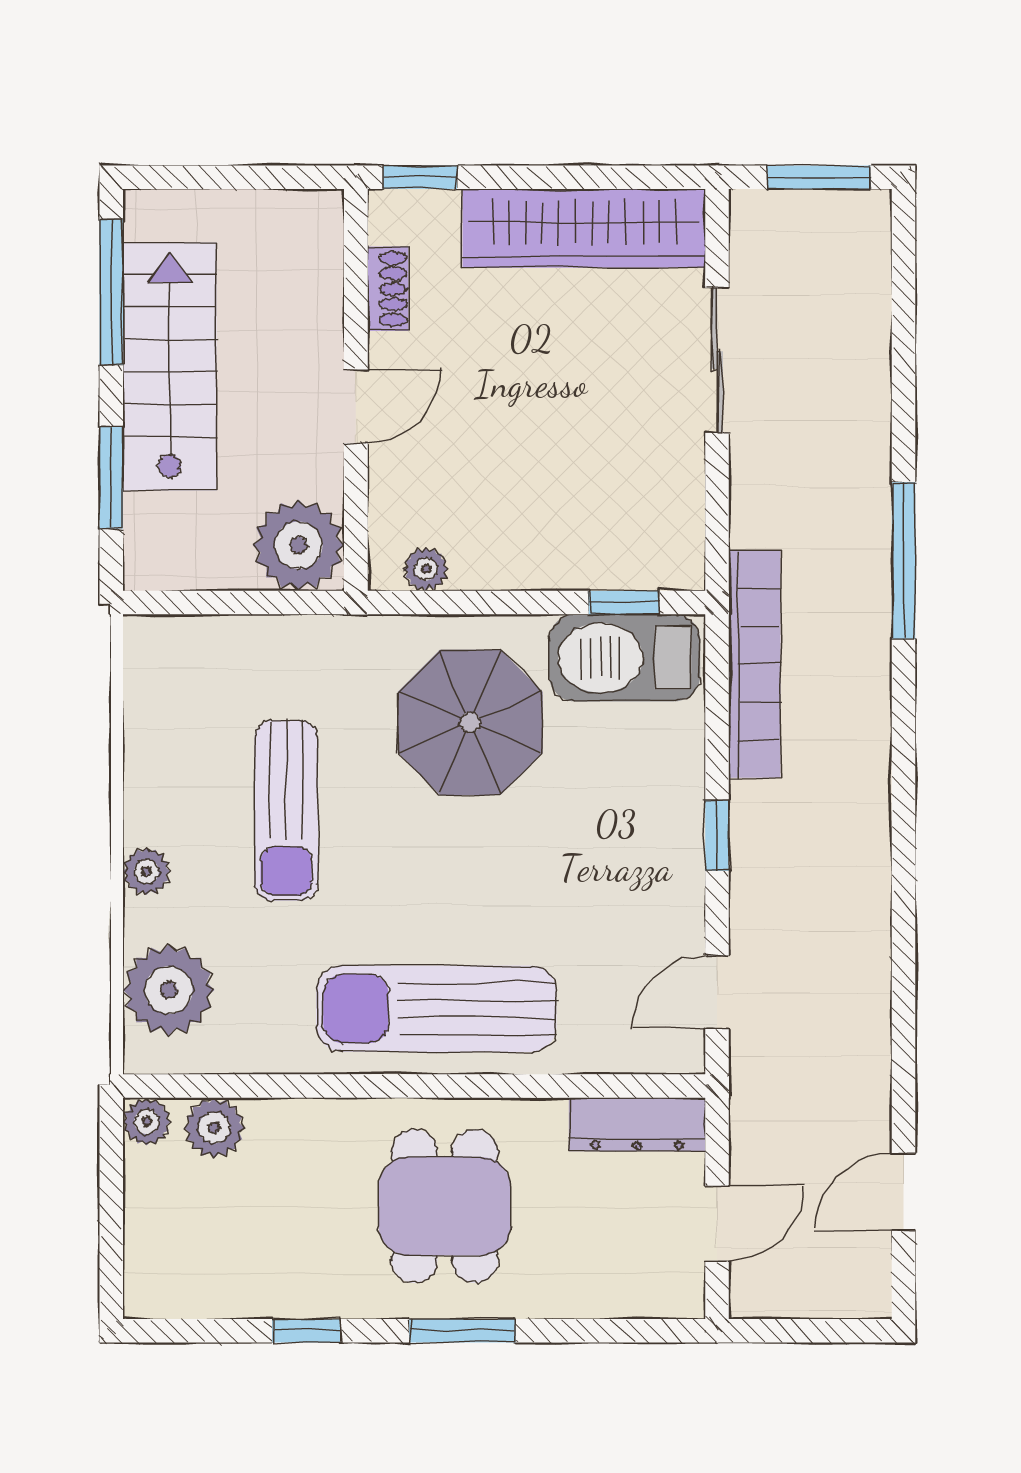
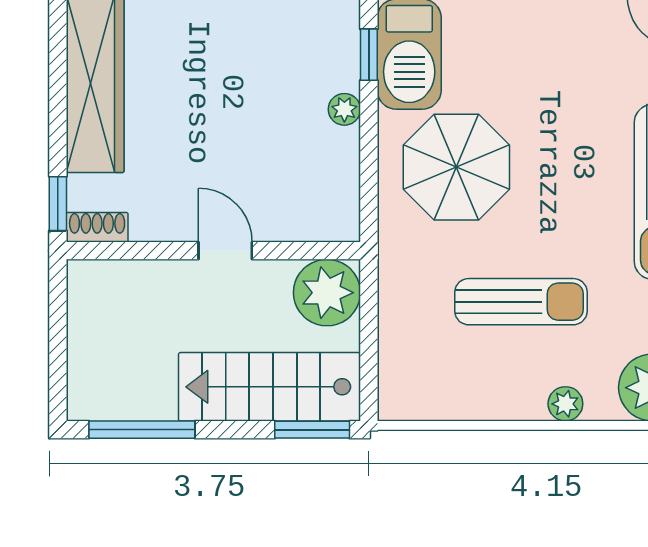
shoe rack: (388, 289) -> (97, 227), moved
stairs: (170, 366) -> (269, 387), moved
window: (111, 477) -> (312, 430), moved
plant: (426, 569) -> (344, 109), moved

